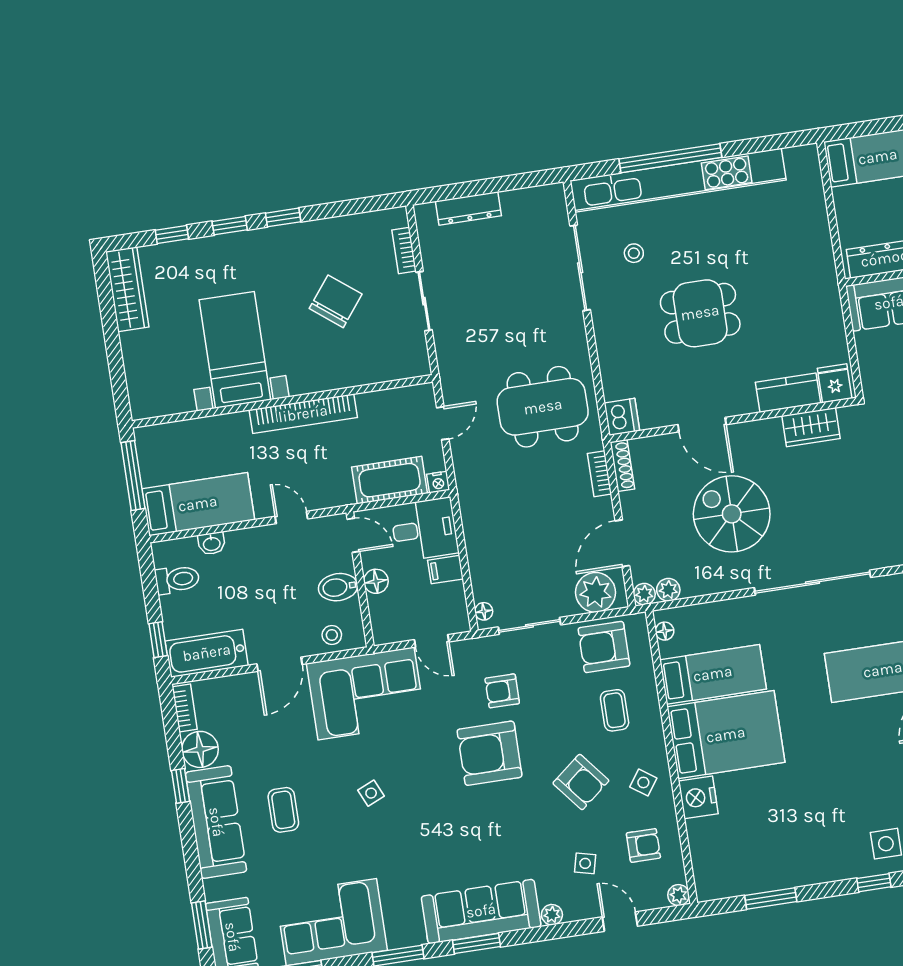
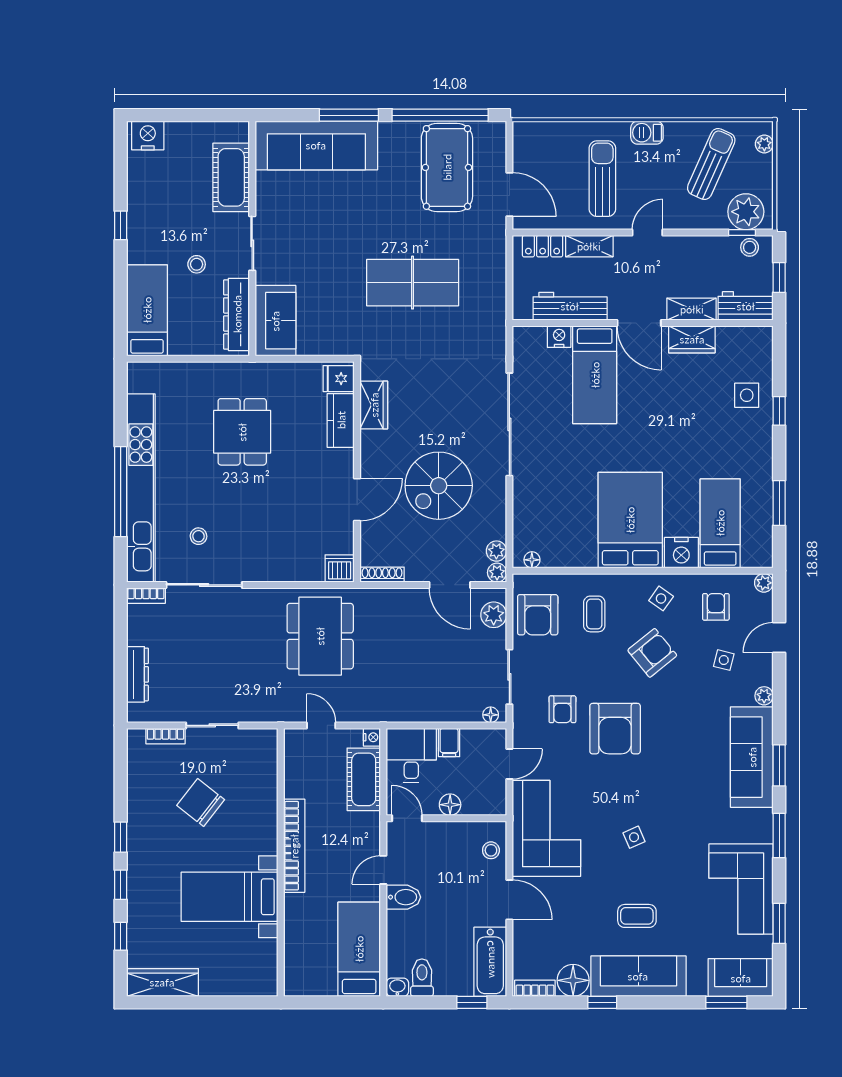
dining table: (700, 313) -> (242, 432), moved
bookcase: (599, 474) -> (146, 596), moved
window: (133, 476) -> (325, 1002), removed
door: (353, 535) -> (407, 818), hinge flipped
washbasin: (212, 543) -> (397, 987), moved, turned -90
bidet: (338, 587) -> (403, 897), moved, turned -90
plant: (596, 592) -> (494, 615), width x0.73, depth x0.73
bed: (713, 674) -> (720, 523), moved
coffee table: (615, 710) -> (594, 614), turned 90

